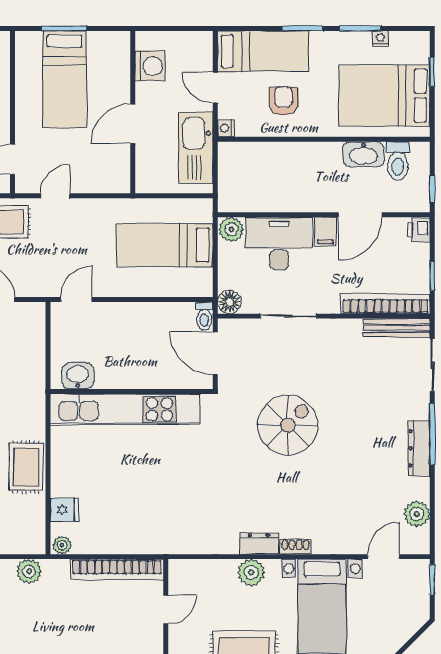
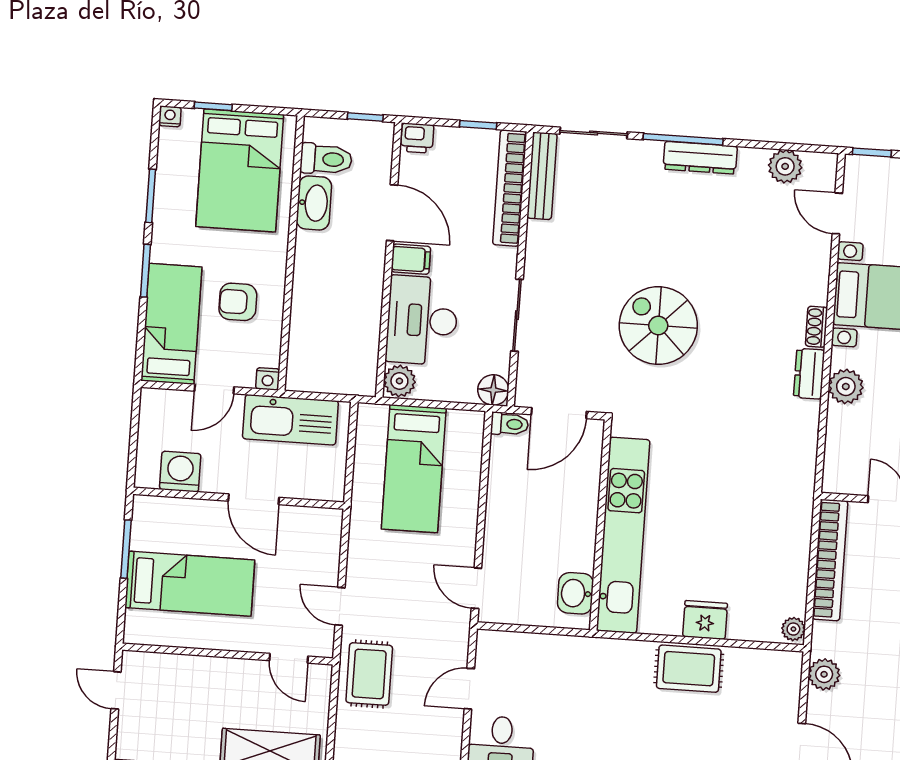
window: (64, 28) -> (126, 549), moved
nightstand: (380, 39) -> (170, 116), moved, turned 90
fridge: (64, 510) -> (705, 620), moved, width x1.38

